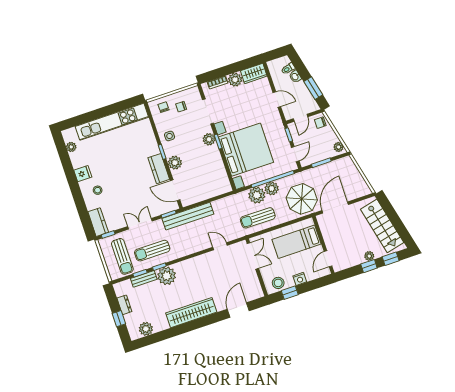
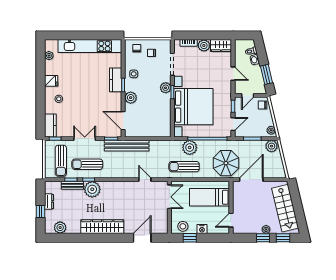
kitchen counter: (159, 169) -> (116, 80), moved
plant: (272, 189) -> (271, 146), moved

